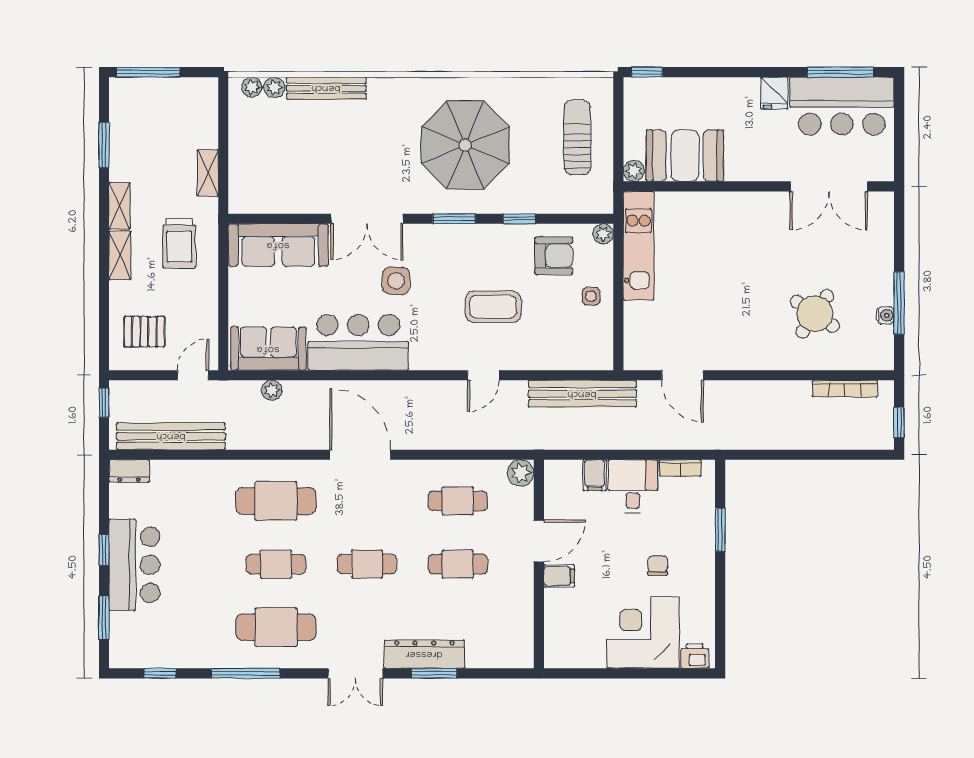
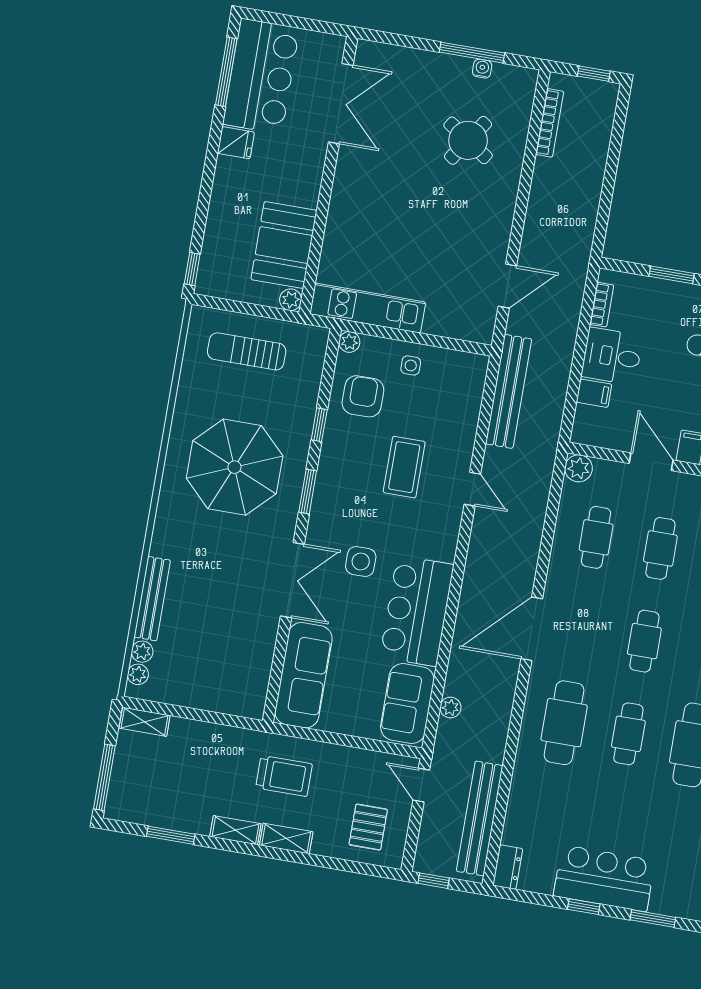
shelving: (208, 173) -> (145, 722), moved

